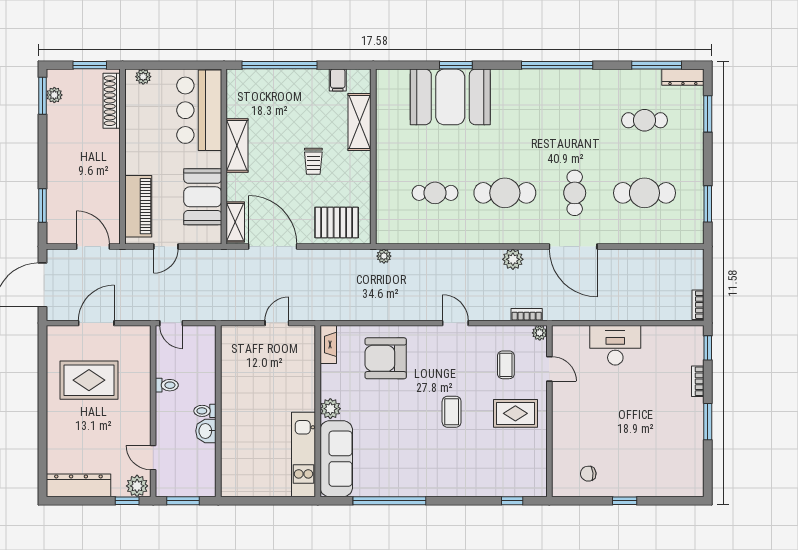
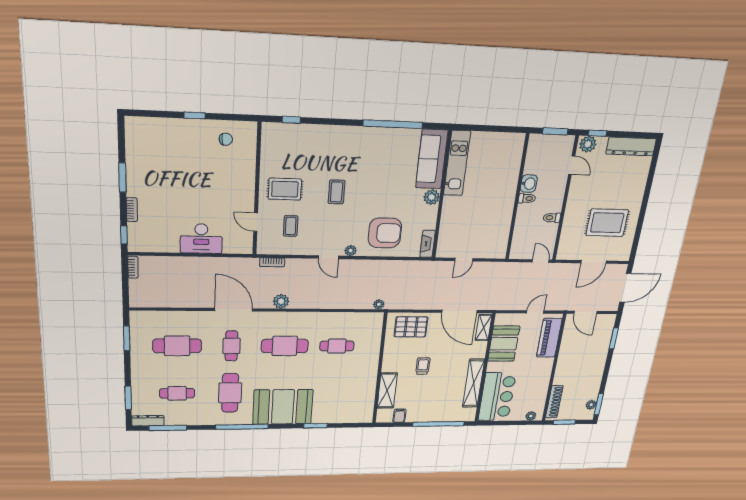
booth: (450, 97) -> (283, 407), moved
cafe table: (575, 120) -> (230, 393), added
shelving: (237, 145) -> (474, 383), width x1.47
plant: (540, 333) -> (351, 251), moved

